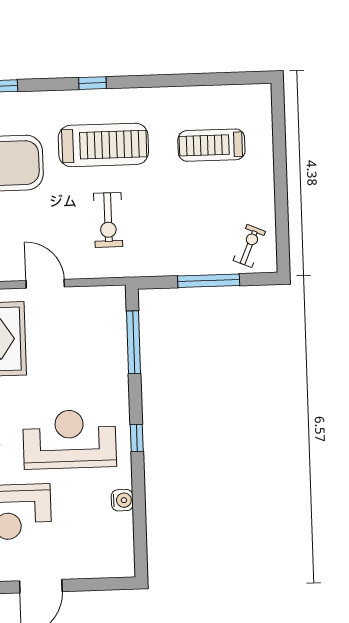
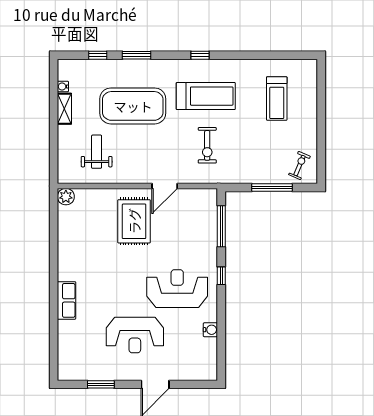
treadmill: (211, 145) -> (277, 99), turned -90
door: (45, 284) -> (165, 186), swing flipped
window: (137, 438) -> (221, 276), moved

